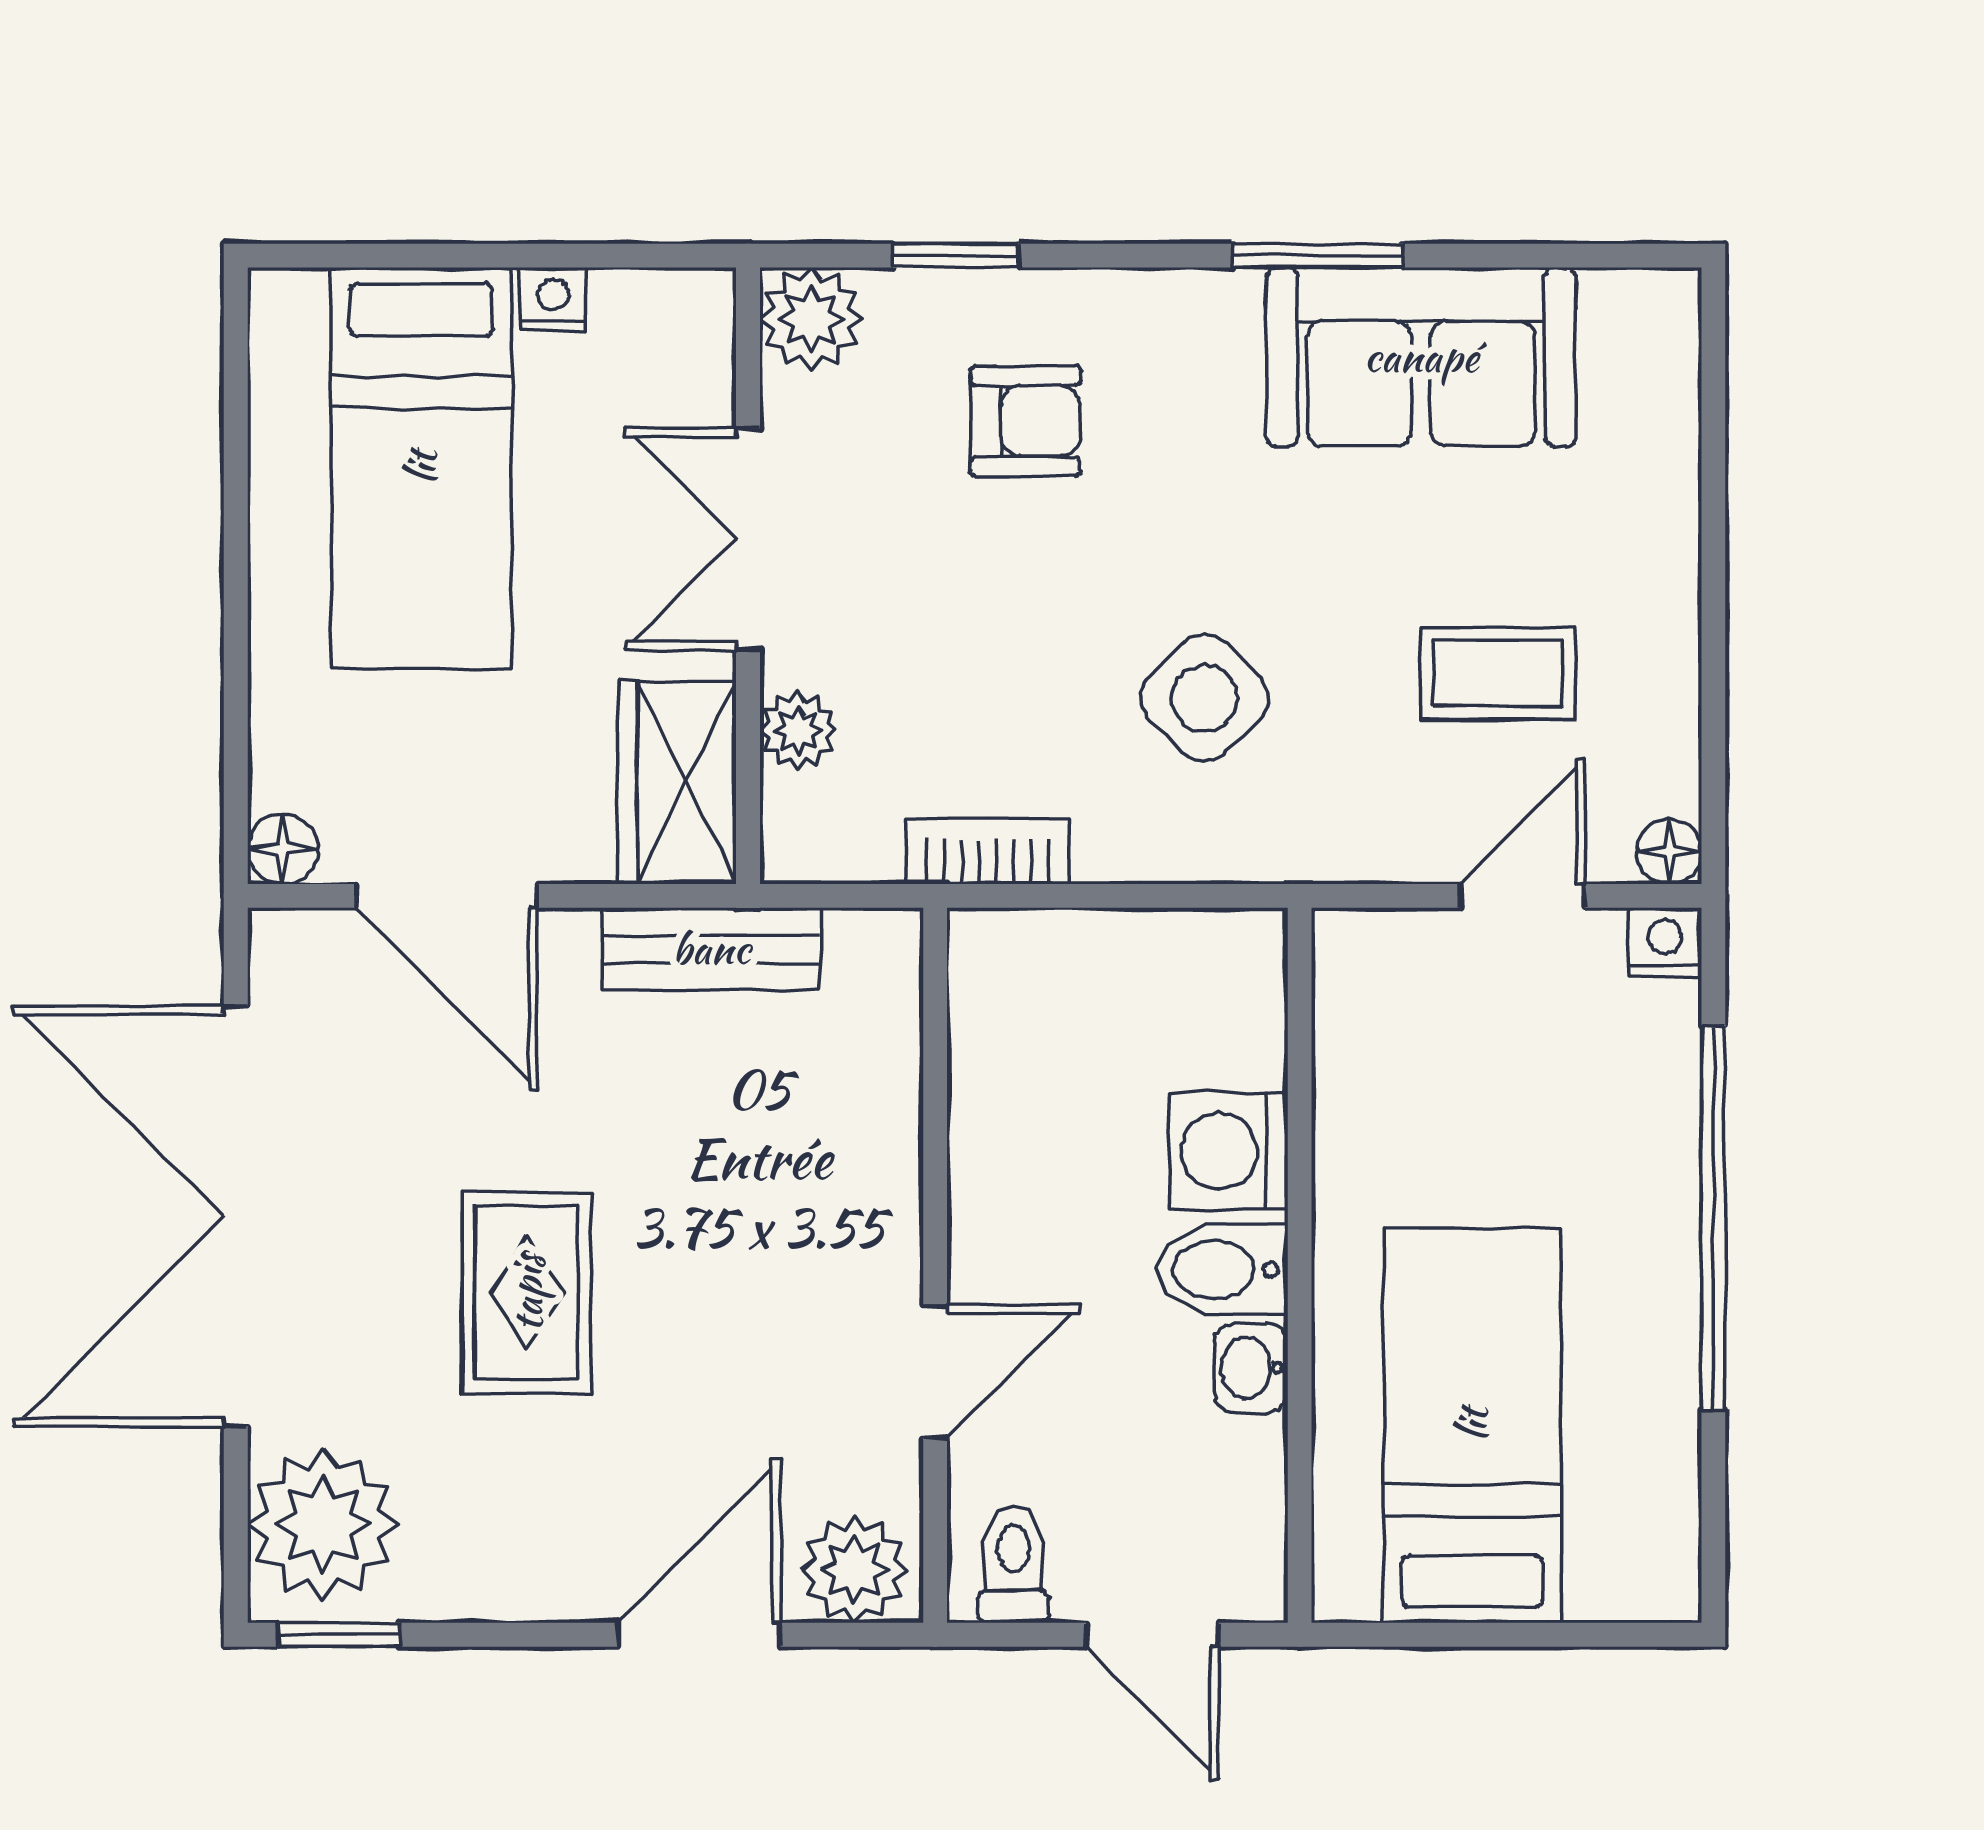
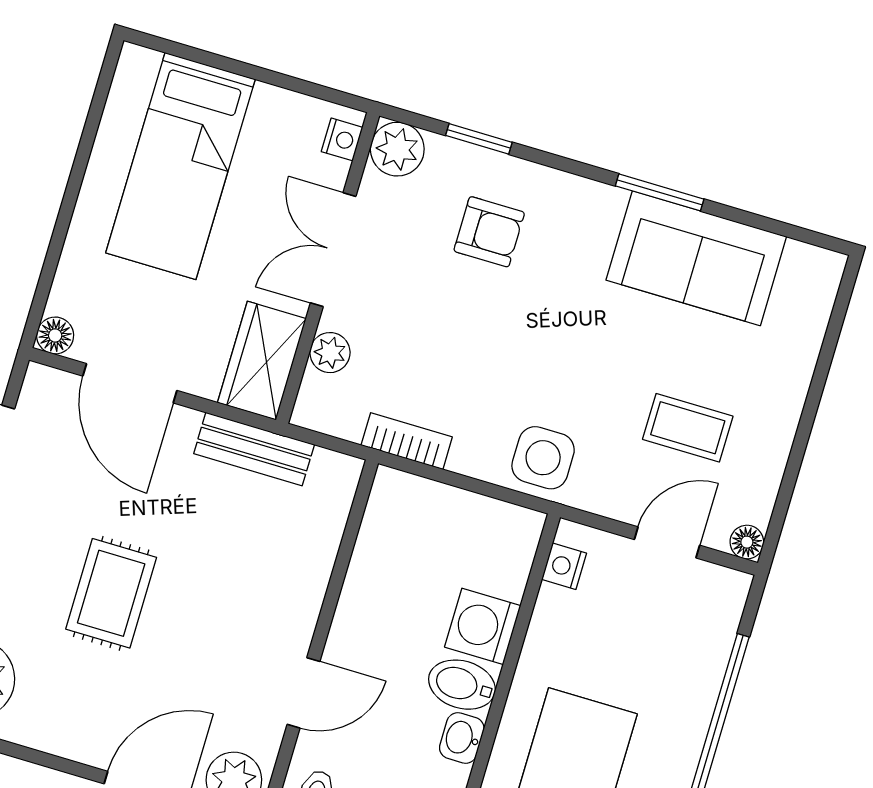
nightstand: (553, 299) -> (342, 139), moved, turned 90
side table: (1204, 698) -> (543, 458), moved, turned 45
nightstand: (1665, 942) -> (564, 566), moved, turned -90

